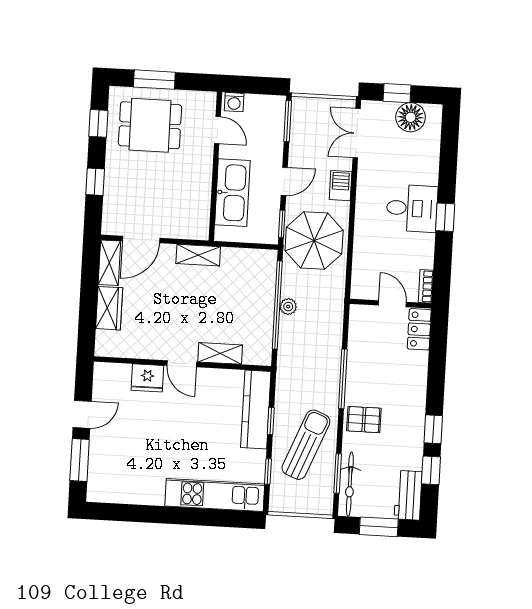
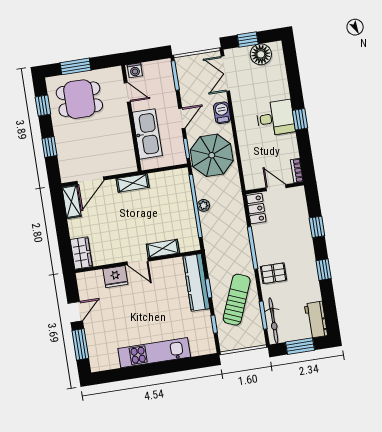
wardrobe: (109, 308) -> (81, 253), moved
locker: (419, 329) -> (256, 209), moved, turned 180
window: (431, 470) -> (317, 227), moved
kitchen unit: (215, 495) -> (154, 353), moved

